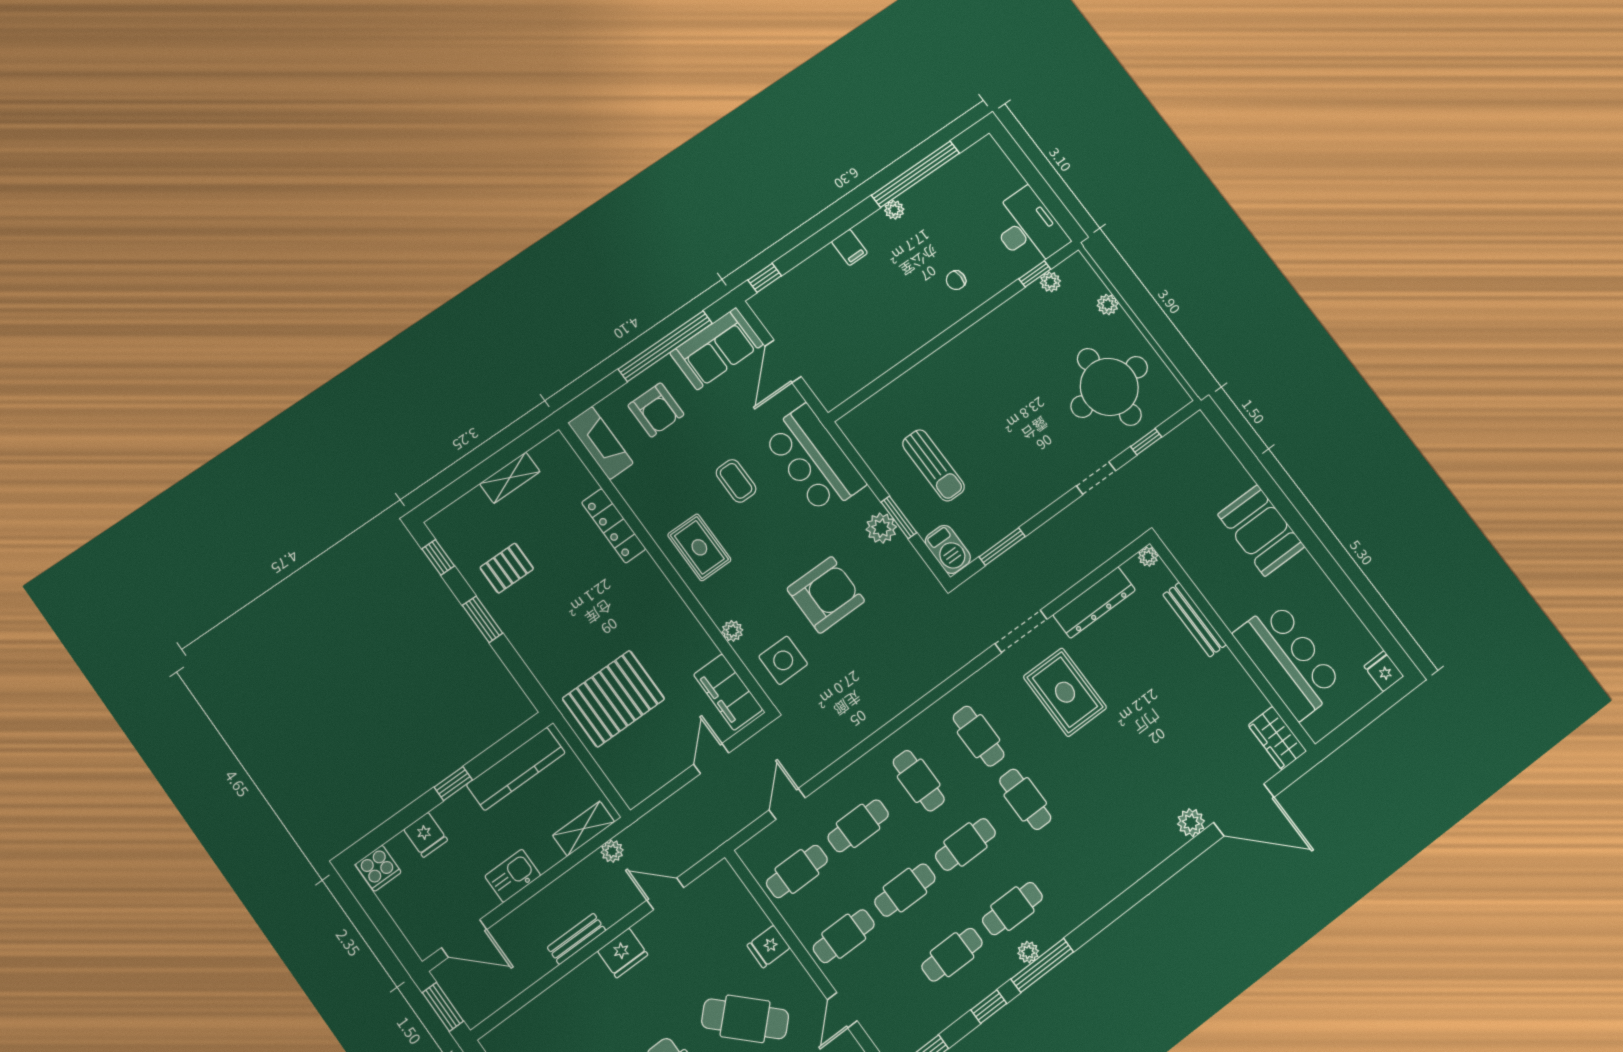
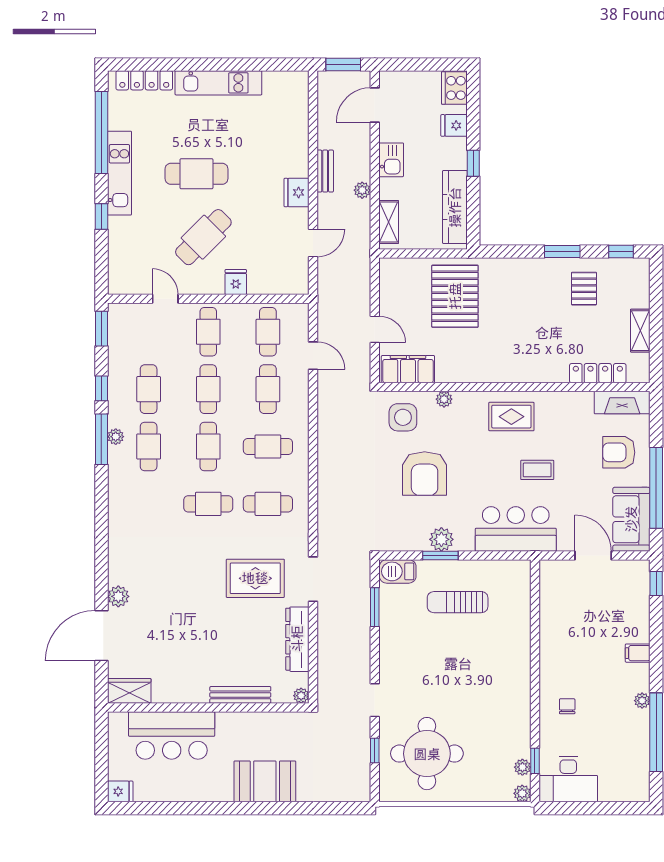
plant: (1108, 305) -> (522, 793), moved
locker: (614, 526) -> (598, 373), moved
plant: (612, 851) -> (362, 190), moved
cooker: (378, 868) -> (454, 88), width x1.36

